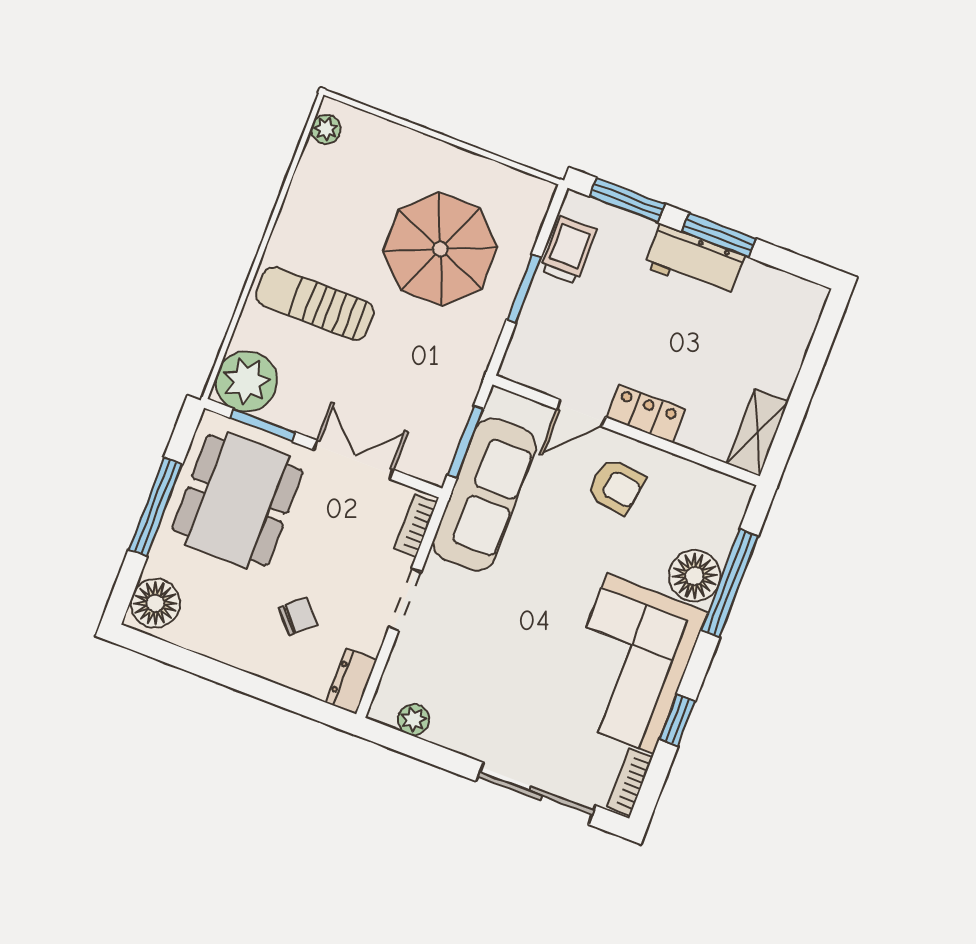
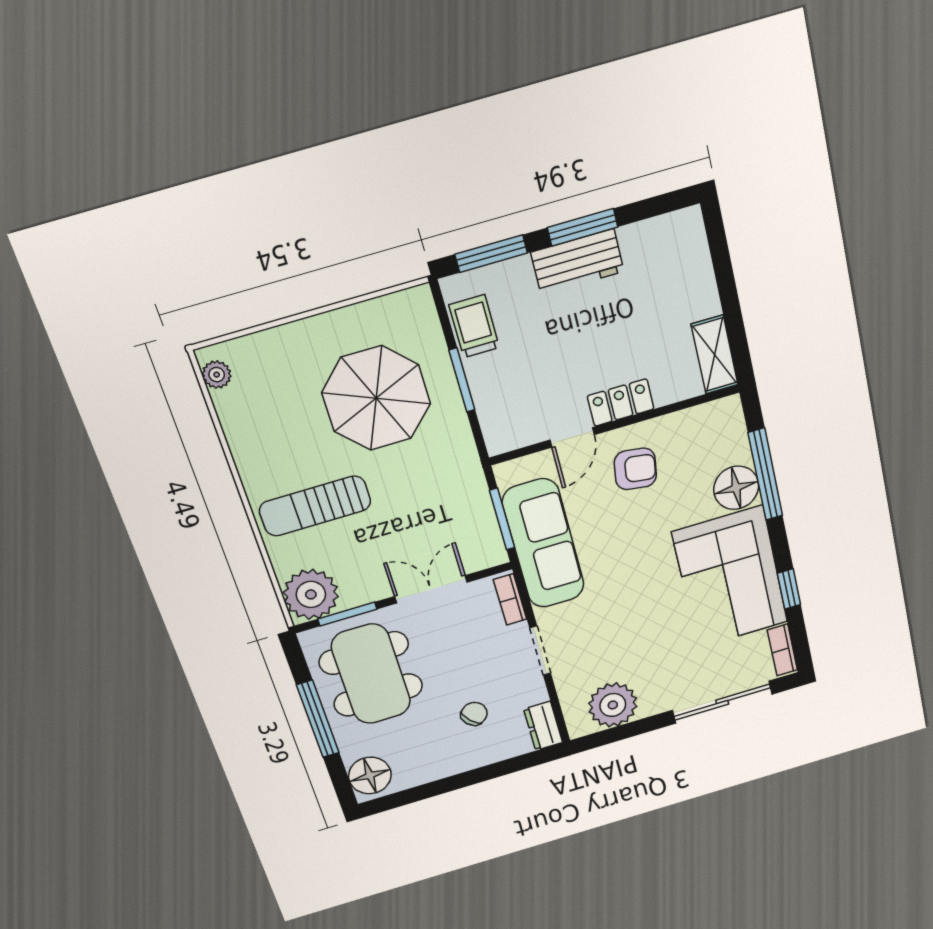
plant: (414, 720) -> (613, 705), width x1.87, depth x1.87

